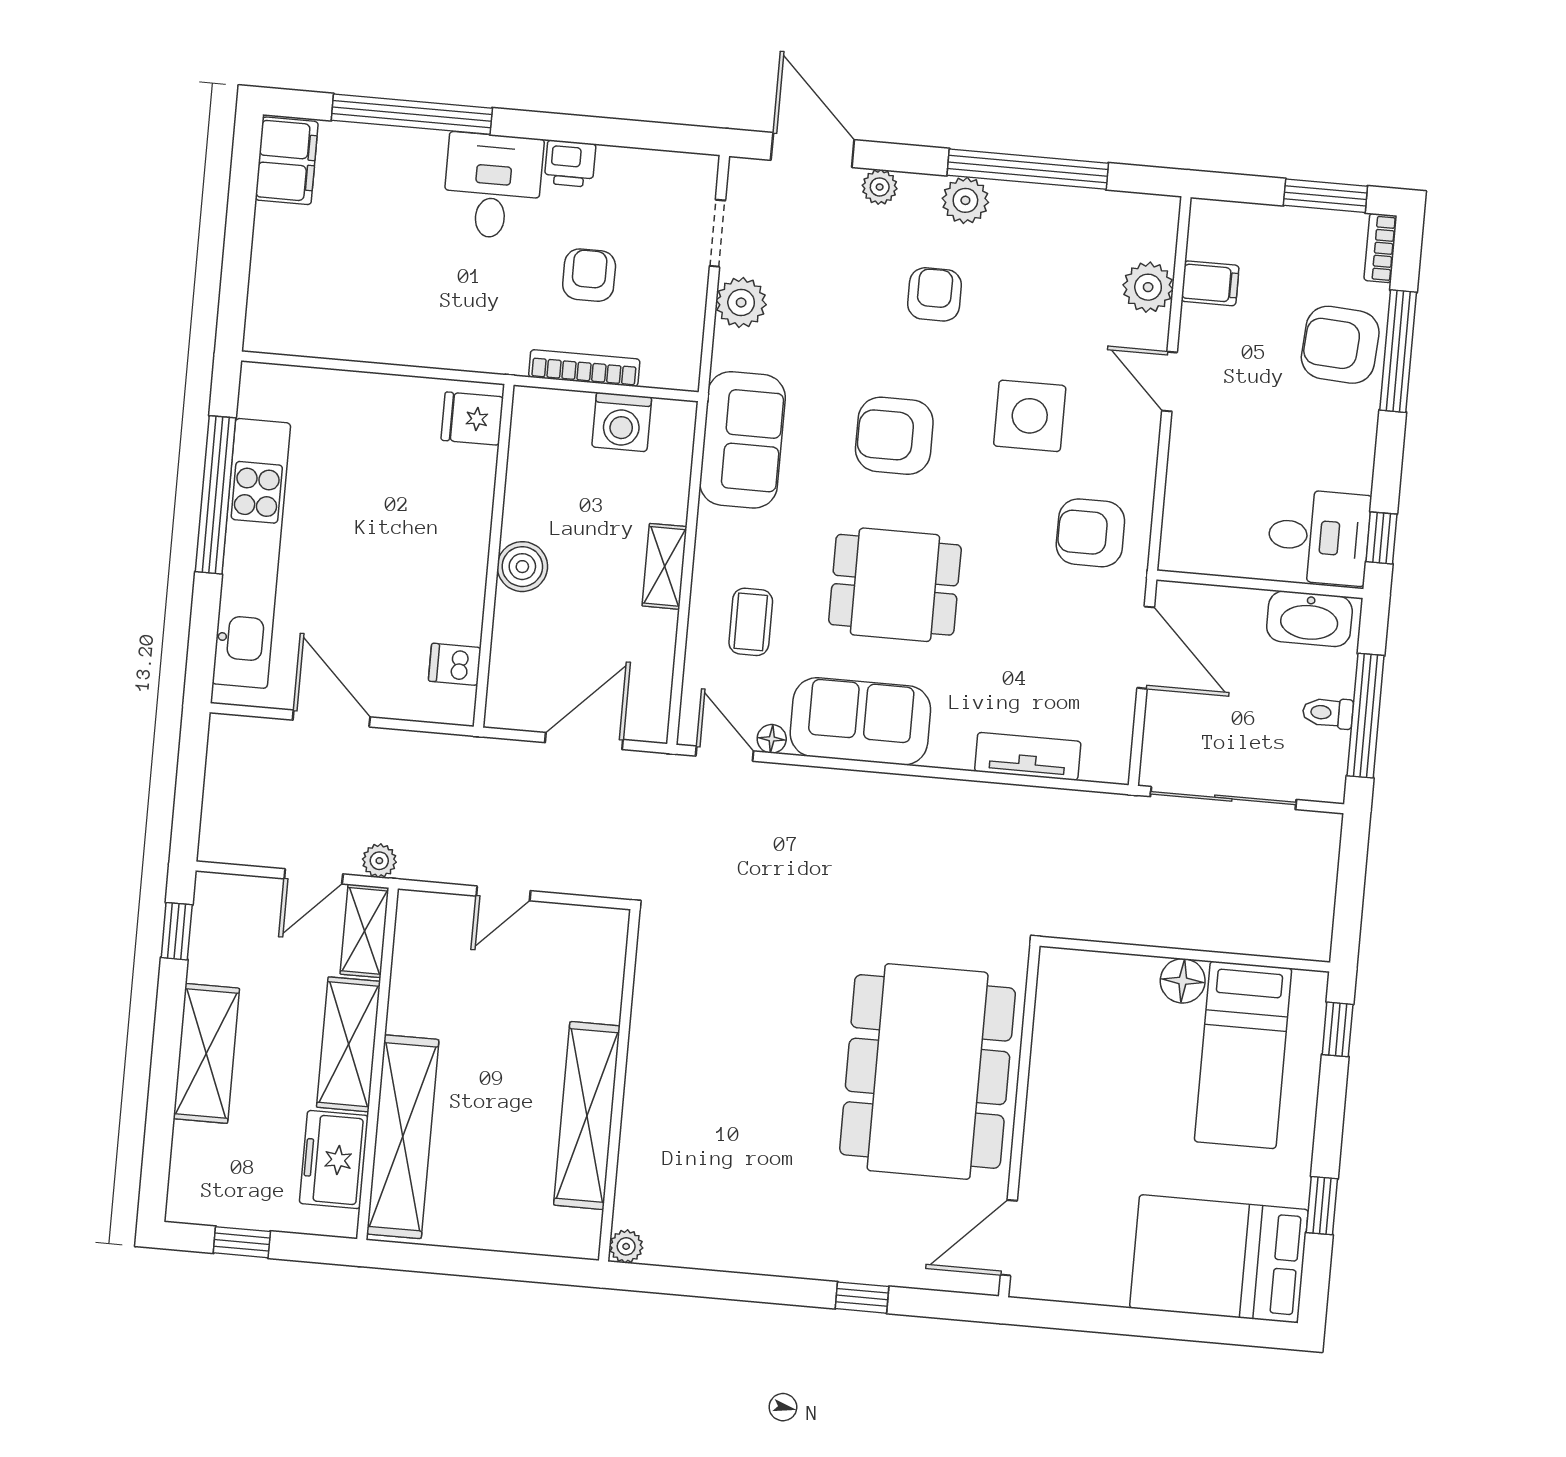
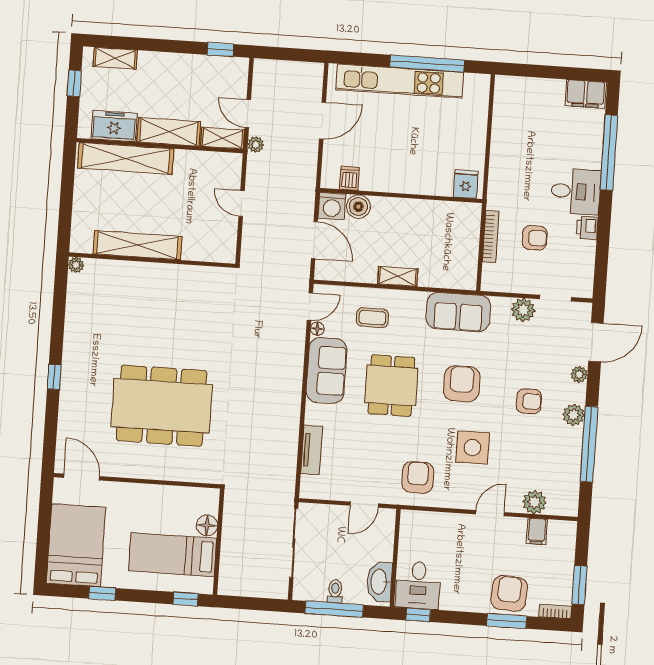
window: (1398, 351) -> (507, 621), width x0.69
washing machine: (622, 422) -> (332, 206), moved, turned -90
boiler: (522, 567) -> (358, 207), moved
door: (1146, 648) -> (364, 505), width x0.73
shelving: (206, 1053) -> (115, 58), moved, width x0.67, depth x0.75
wall: (1019, 1121) -> (137, 481), moved
door: (1009, 1238) -> (82, 477), moved

